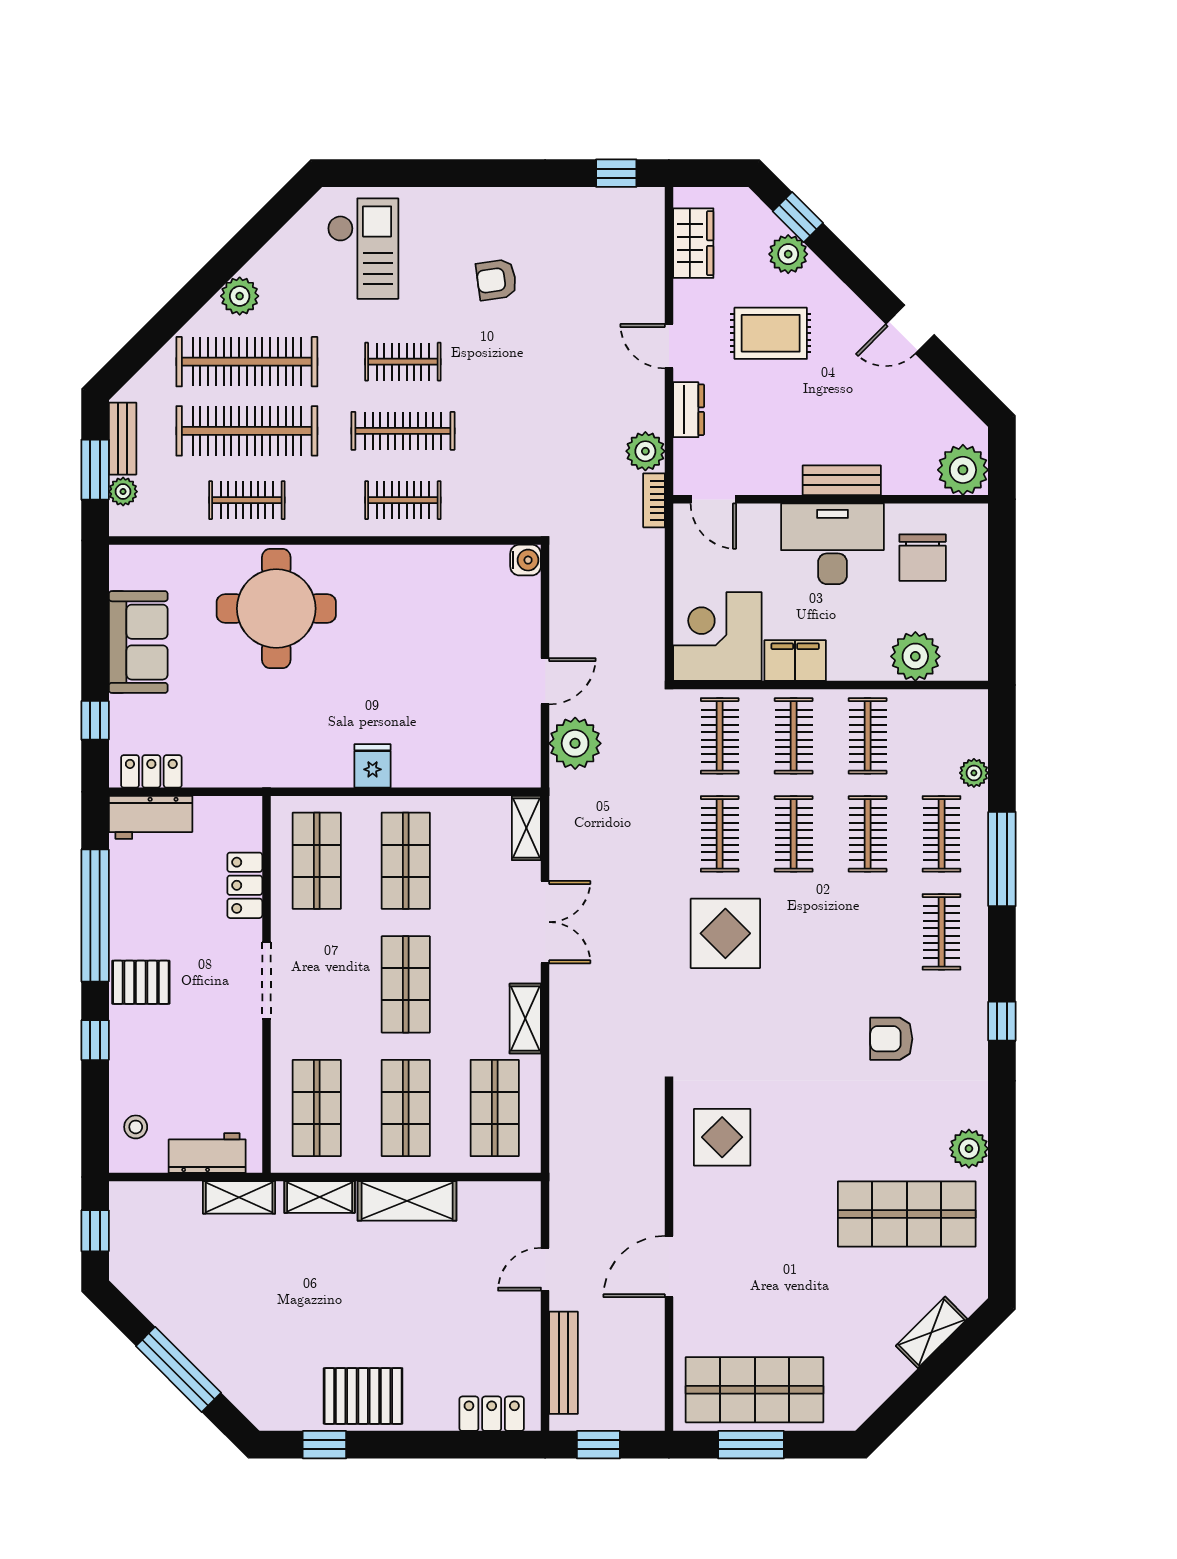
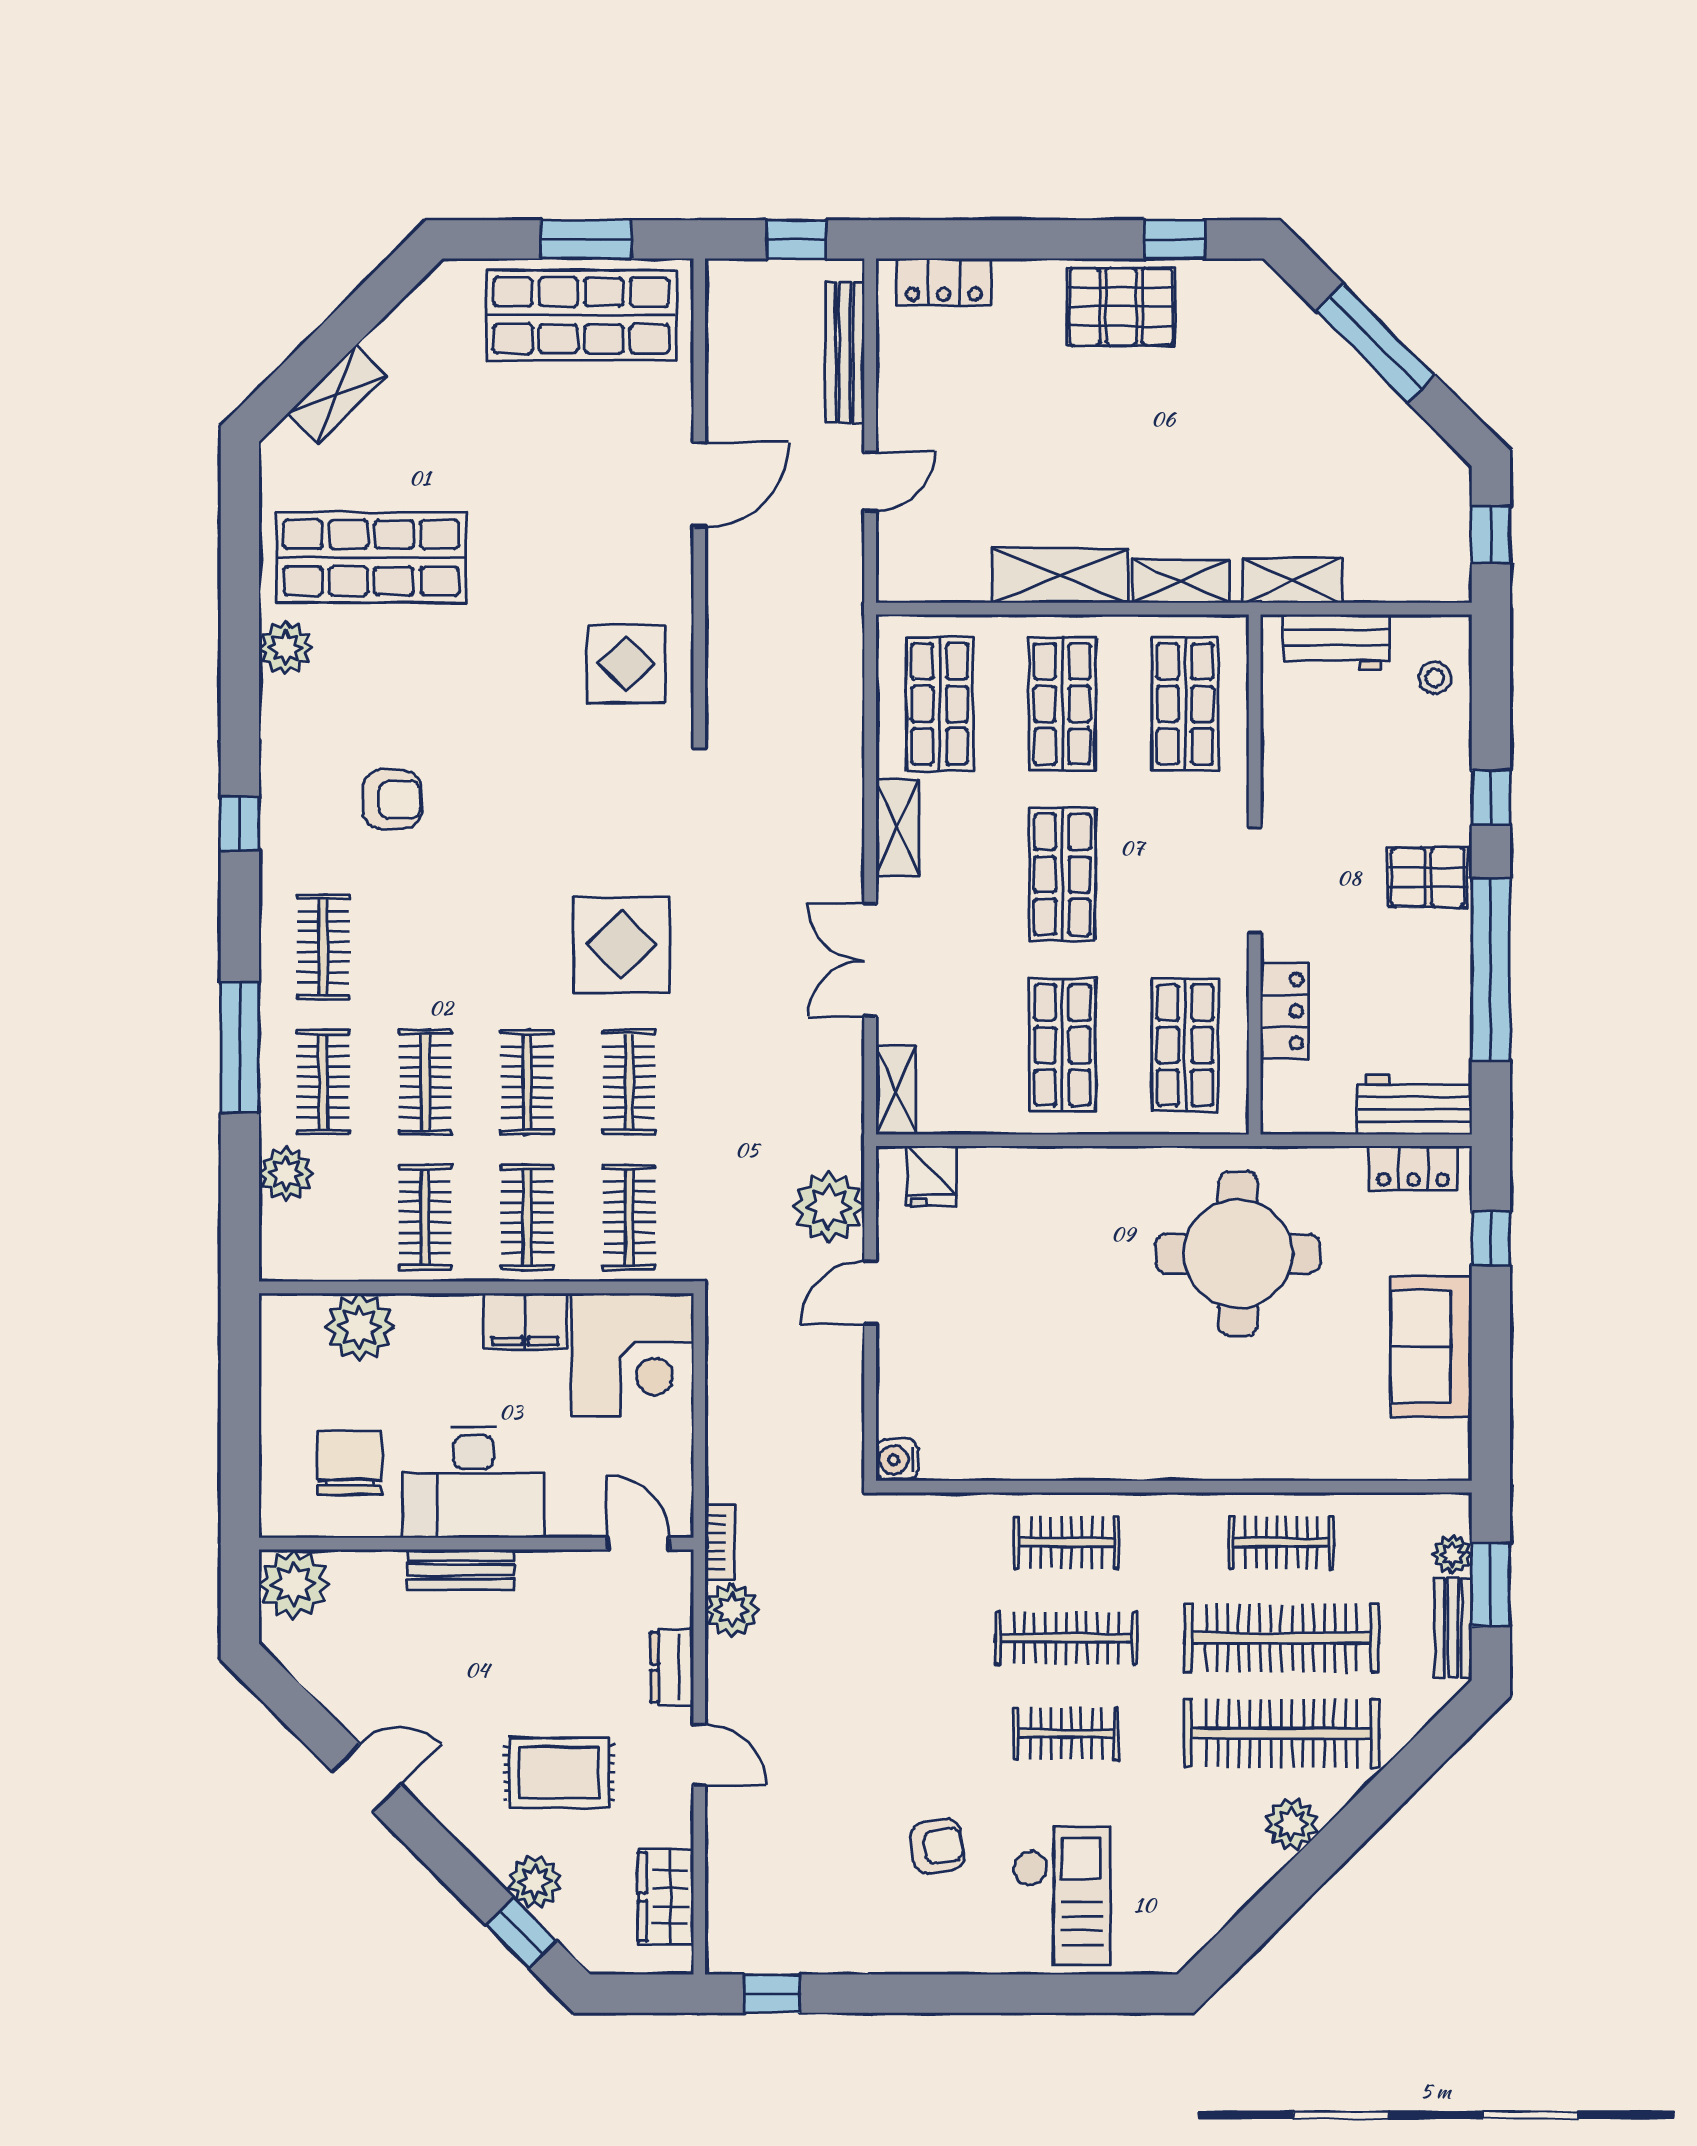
checkout: (363, 249) -> (1061, 1896), moved, turned 180
round table: (276, 609) -> (1238, 1254), moved
fridge: (373, 766) -> (932, 1176), moved
plant: (974, 773) -> (286, 1173), width x1.38, depth x1.38

